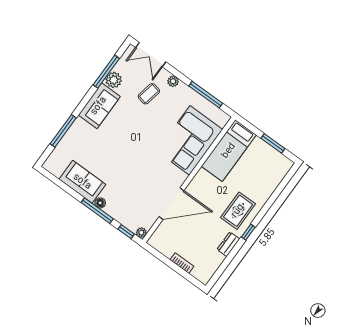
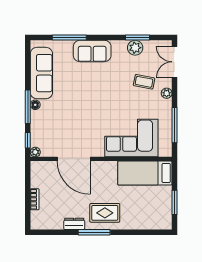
window: (106, 72) -> (137, 38), width x0.69
sofa: (99, 106) -> (92, 51), moved
sofa: (82, 182) -> (41, 73), width x1.36
window: (248, 232) -> (94, 232), width x2.17

